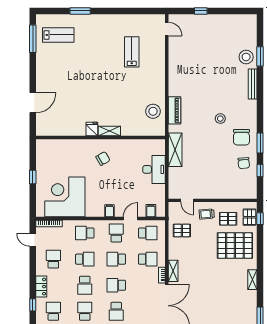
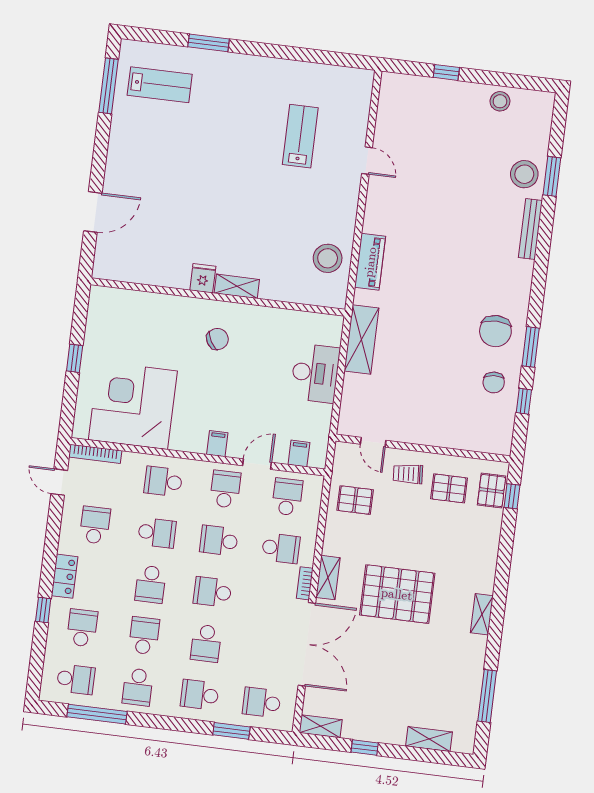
door: (167, 29) -> (367, 161), moved
stool: (220, 119) -> (500, 101), moved
school desk: (148, 233) -> (287, 497), turned -90
pallet: (235, 246) -> (397, 594), moved

